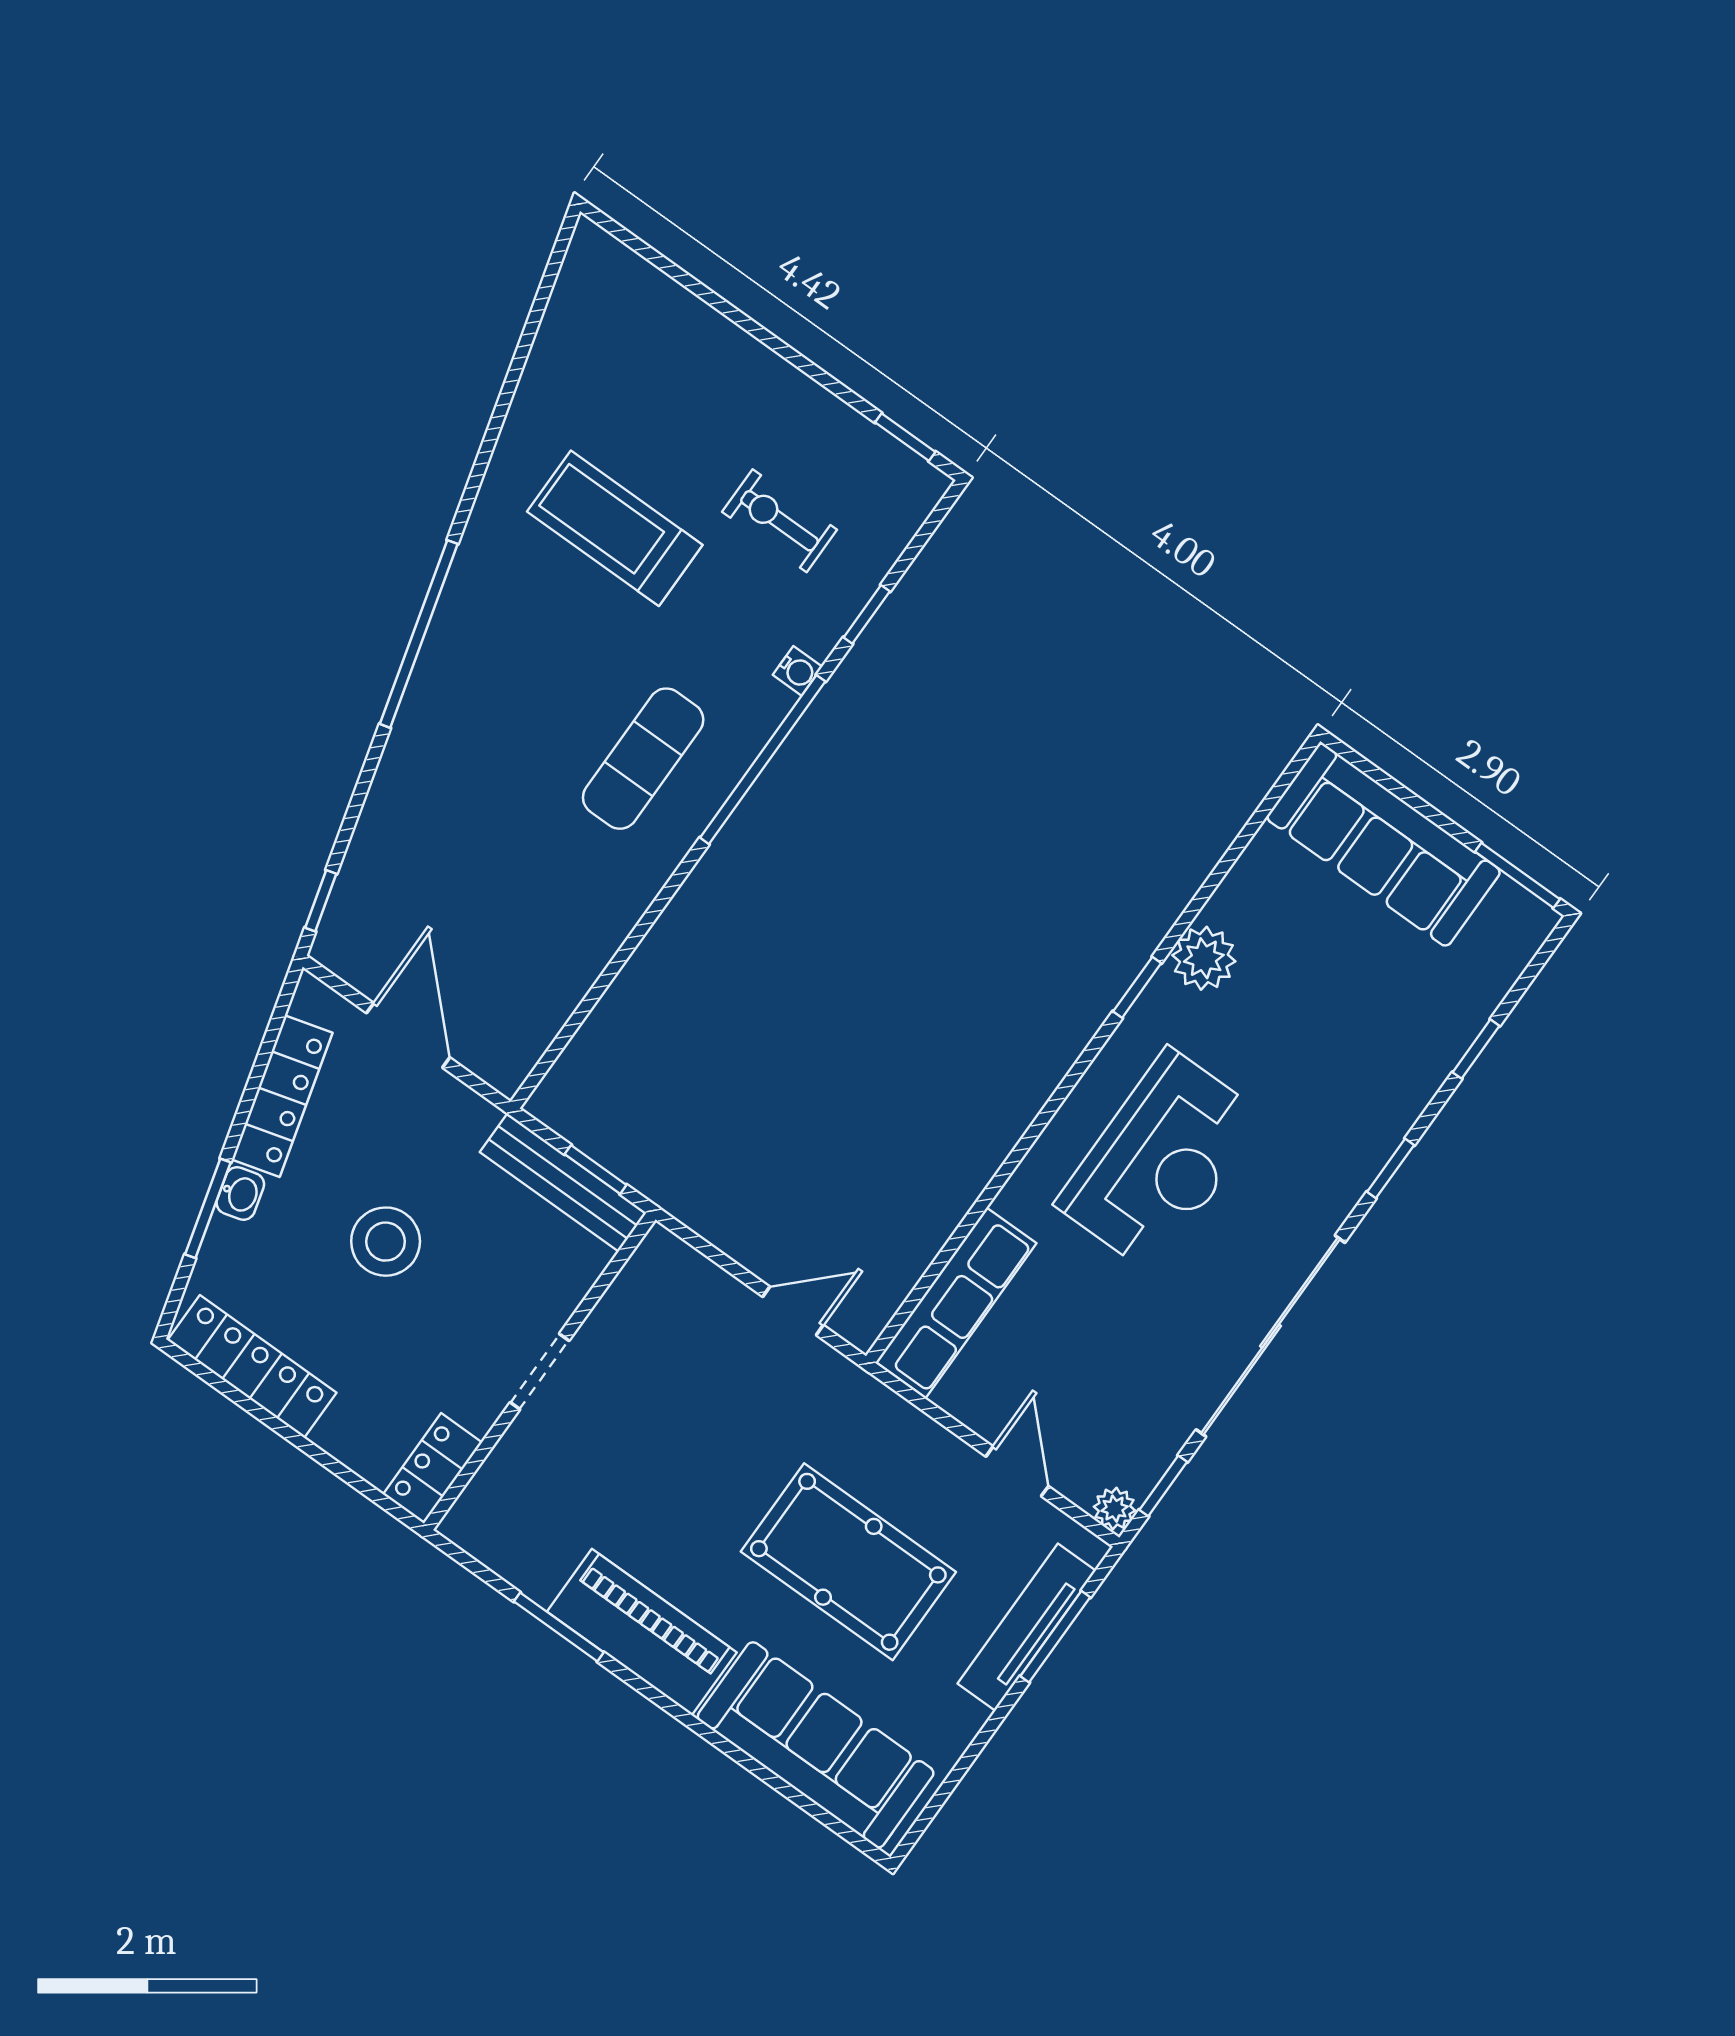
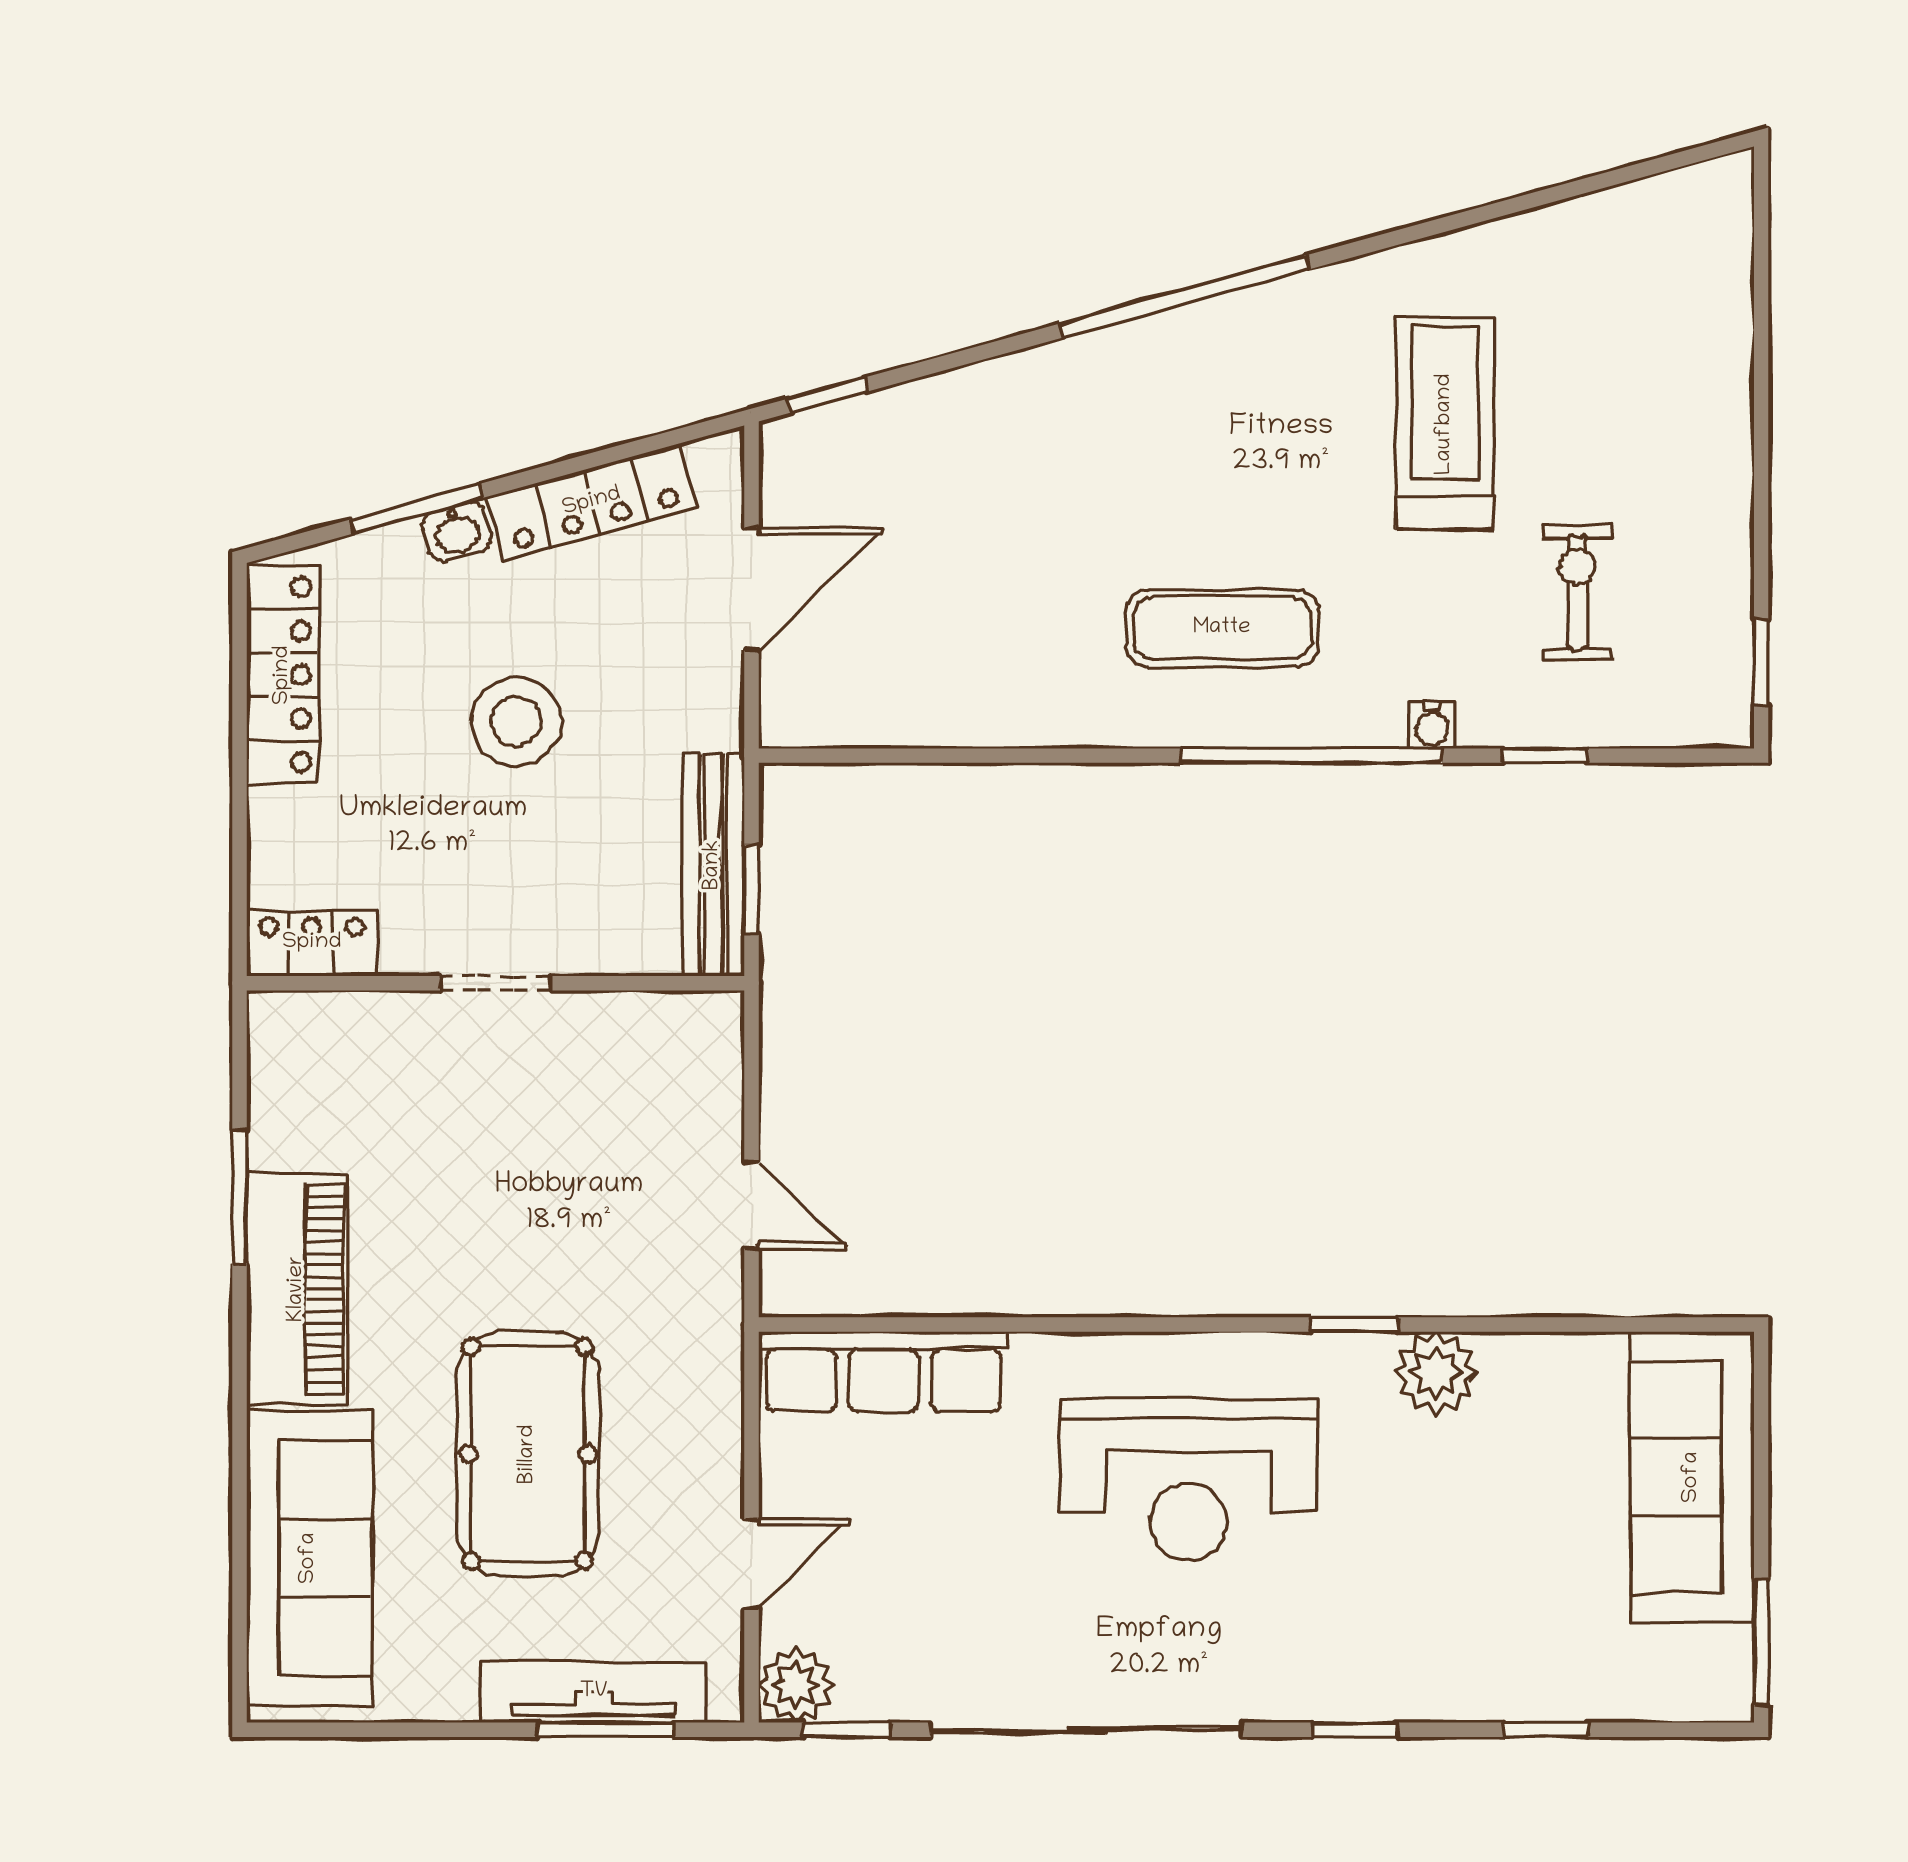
plant: (1115, 1509) -> (796, 1685), width x1.38, depth x1.38

